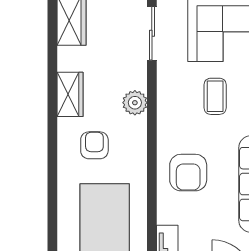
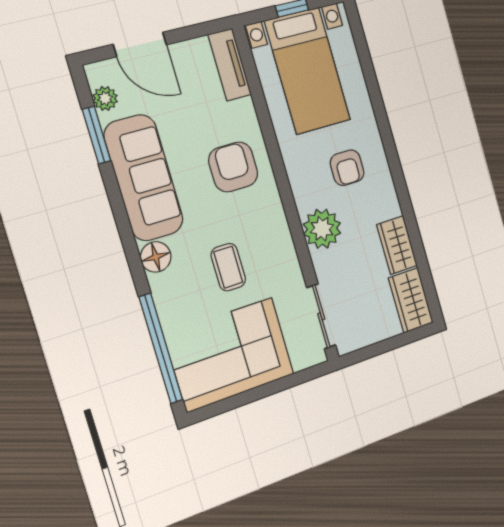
wardrobe: (70, 94) -> (397, 245), moved
plant: (135, 103) -> (322, 229), width x1.36, depth x1.36

